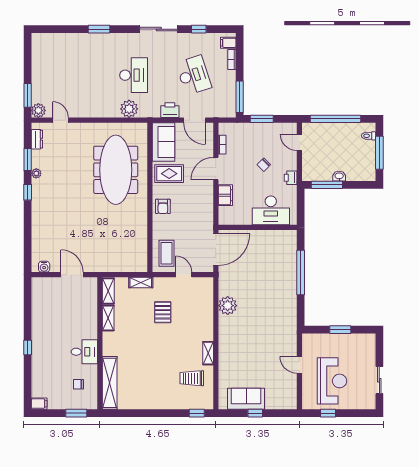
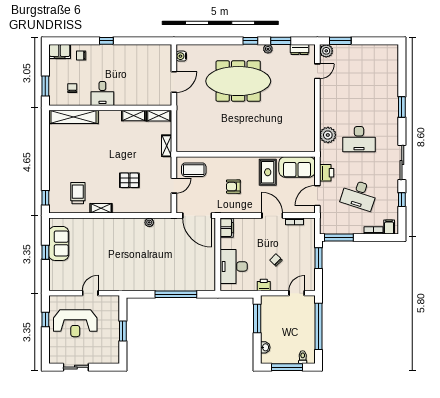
desk: (194, 75) -> (359, 195), turned 36
meeting table: (116, 170) -> (238, 81), moved
washbasin: (339, 176) -> (265, 347), moved
filing cabinet: (225, 195) -> (227, 228), moved, turned -90
armchair: (163, 206) -> (233, 187), moved
plant: (228, 306) -> (149, 222), width x0.53, depth x0.53
pallet: (163, 312) -> (129, 180), moved
chair: (43, 375) -> (81, 56), added
filing cabinet: (39, 404) -> (60, 51), width x2.00

